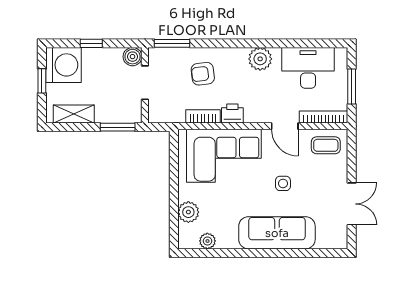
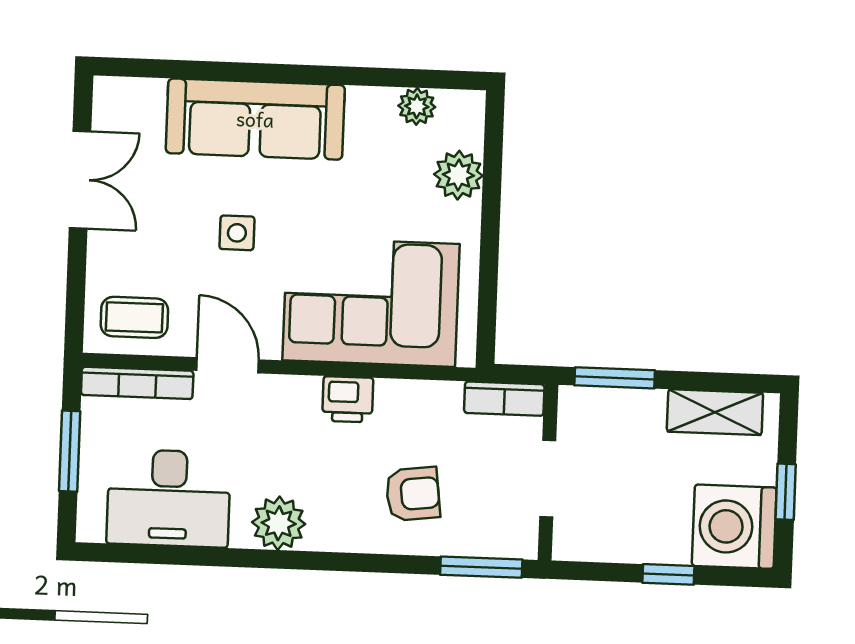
boiler: (133, 57) -> (574, 540), removed
bookcase: (203, 116) -> (504, 399), moved
double door: (352, 204) -> (80, 180), swing flipped

